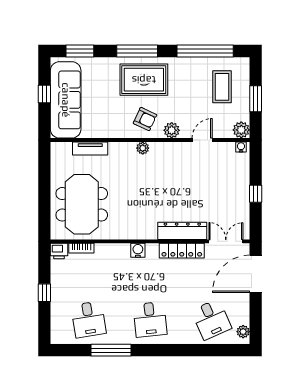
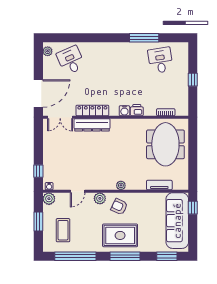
window: (44, 94) -> (193, 208), moved
window: (256, 194) -> (38, 171), moved
printer: (59, 251) -> (137, 110), moved
desk: (150, 319) -> (116, 60), removed

